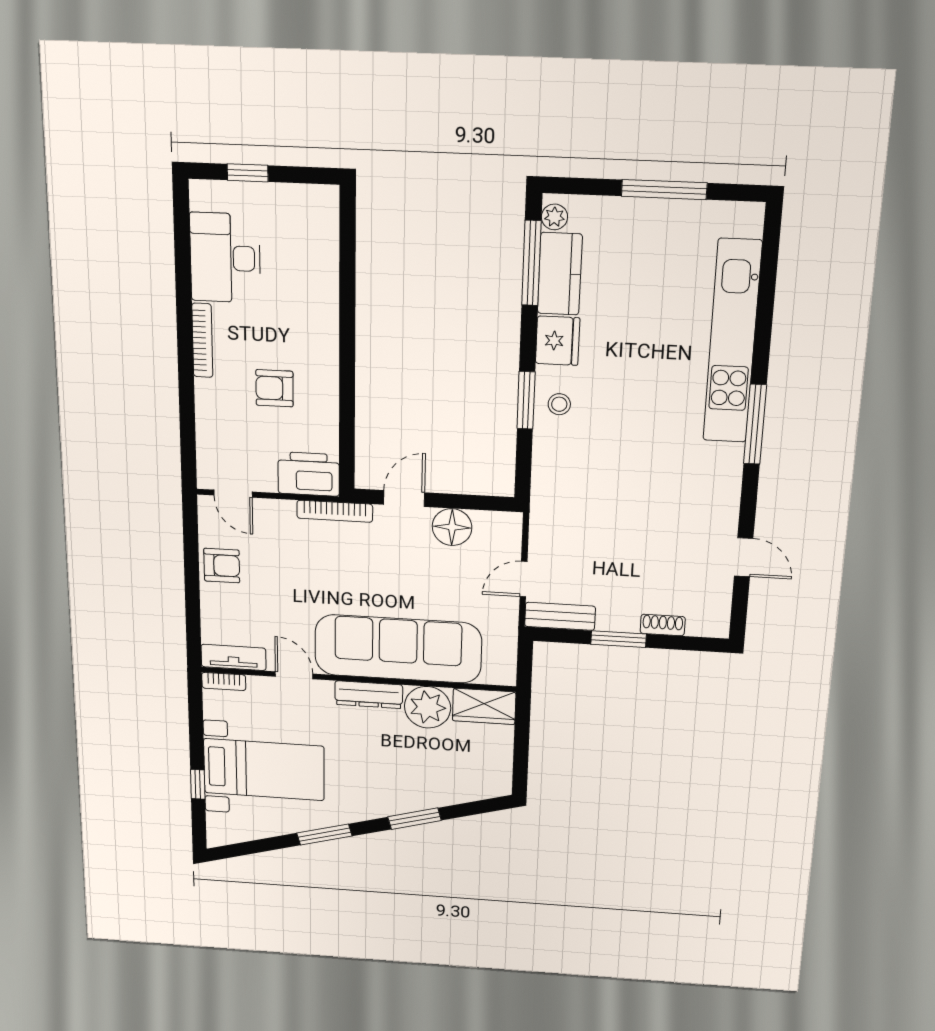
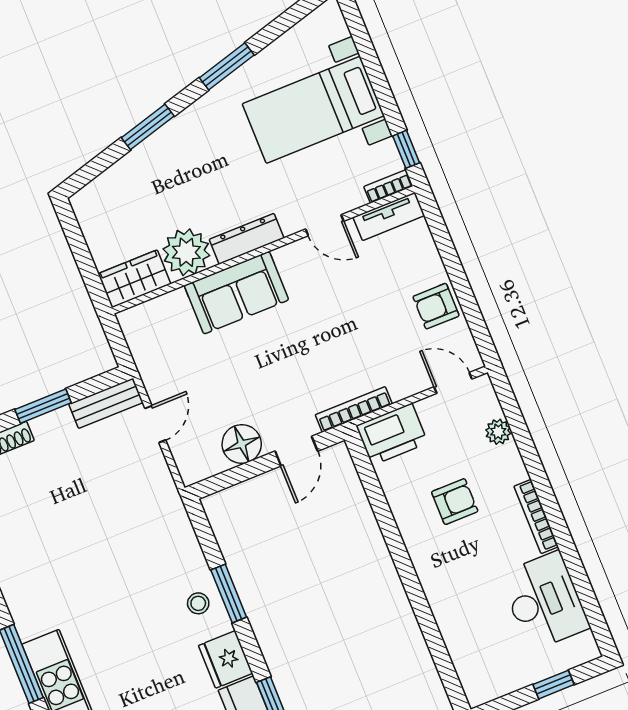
plant: (208, 432) -> (498, 432), added
sofa: (398, 649) -> (236, 293), width x0.54, depth x0.79
window: (198, 784) -> (406, 149), moved

